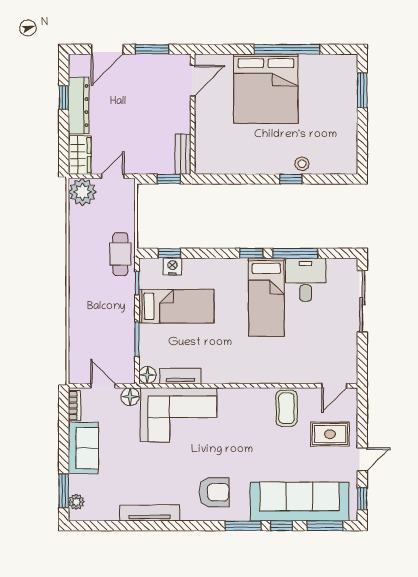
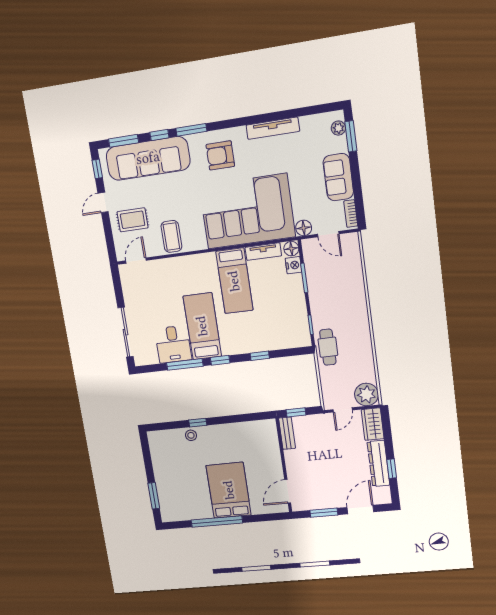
bed: (266, 89) -> (229, 490), width x0.73
window: (169, 253) -> (260, 356), moved
nightstand: (172, 266) -> (294, 265), moved, turned -90
bed: (176, 306) -> (234, 281), moved, turned -90
corner sofa: (179, 415) -> (247, 211), width x1.36, depth x1.36

